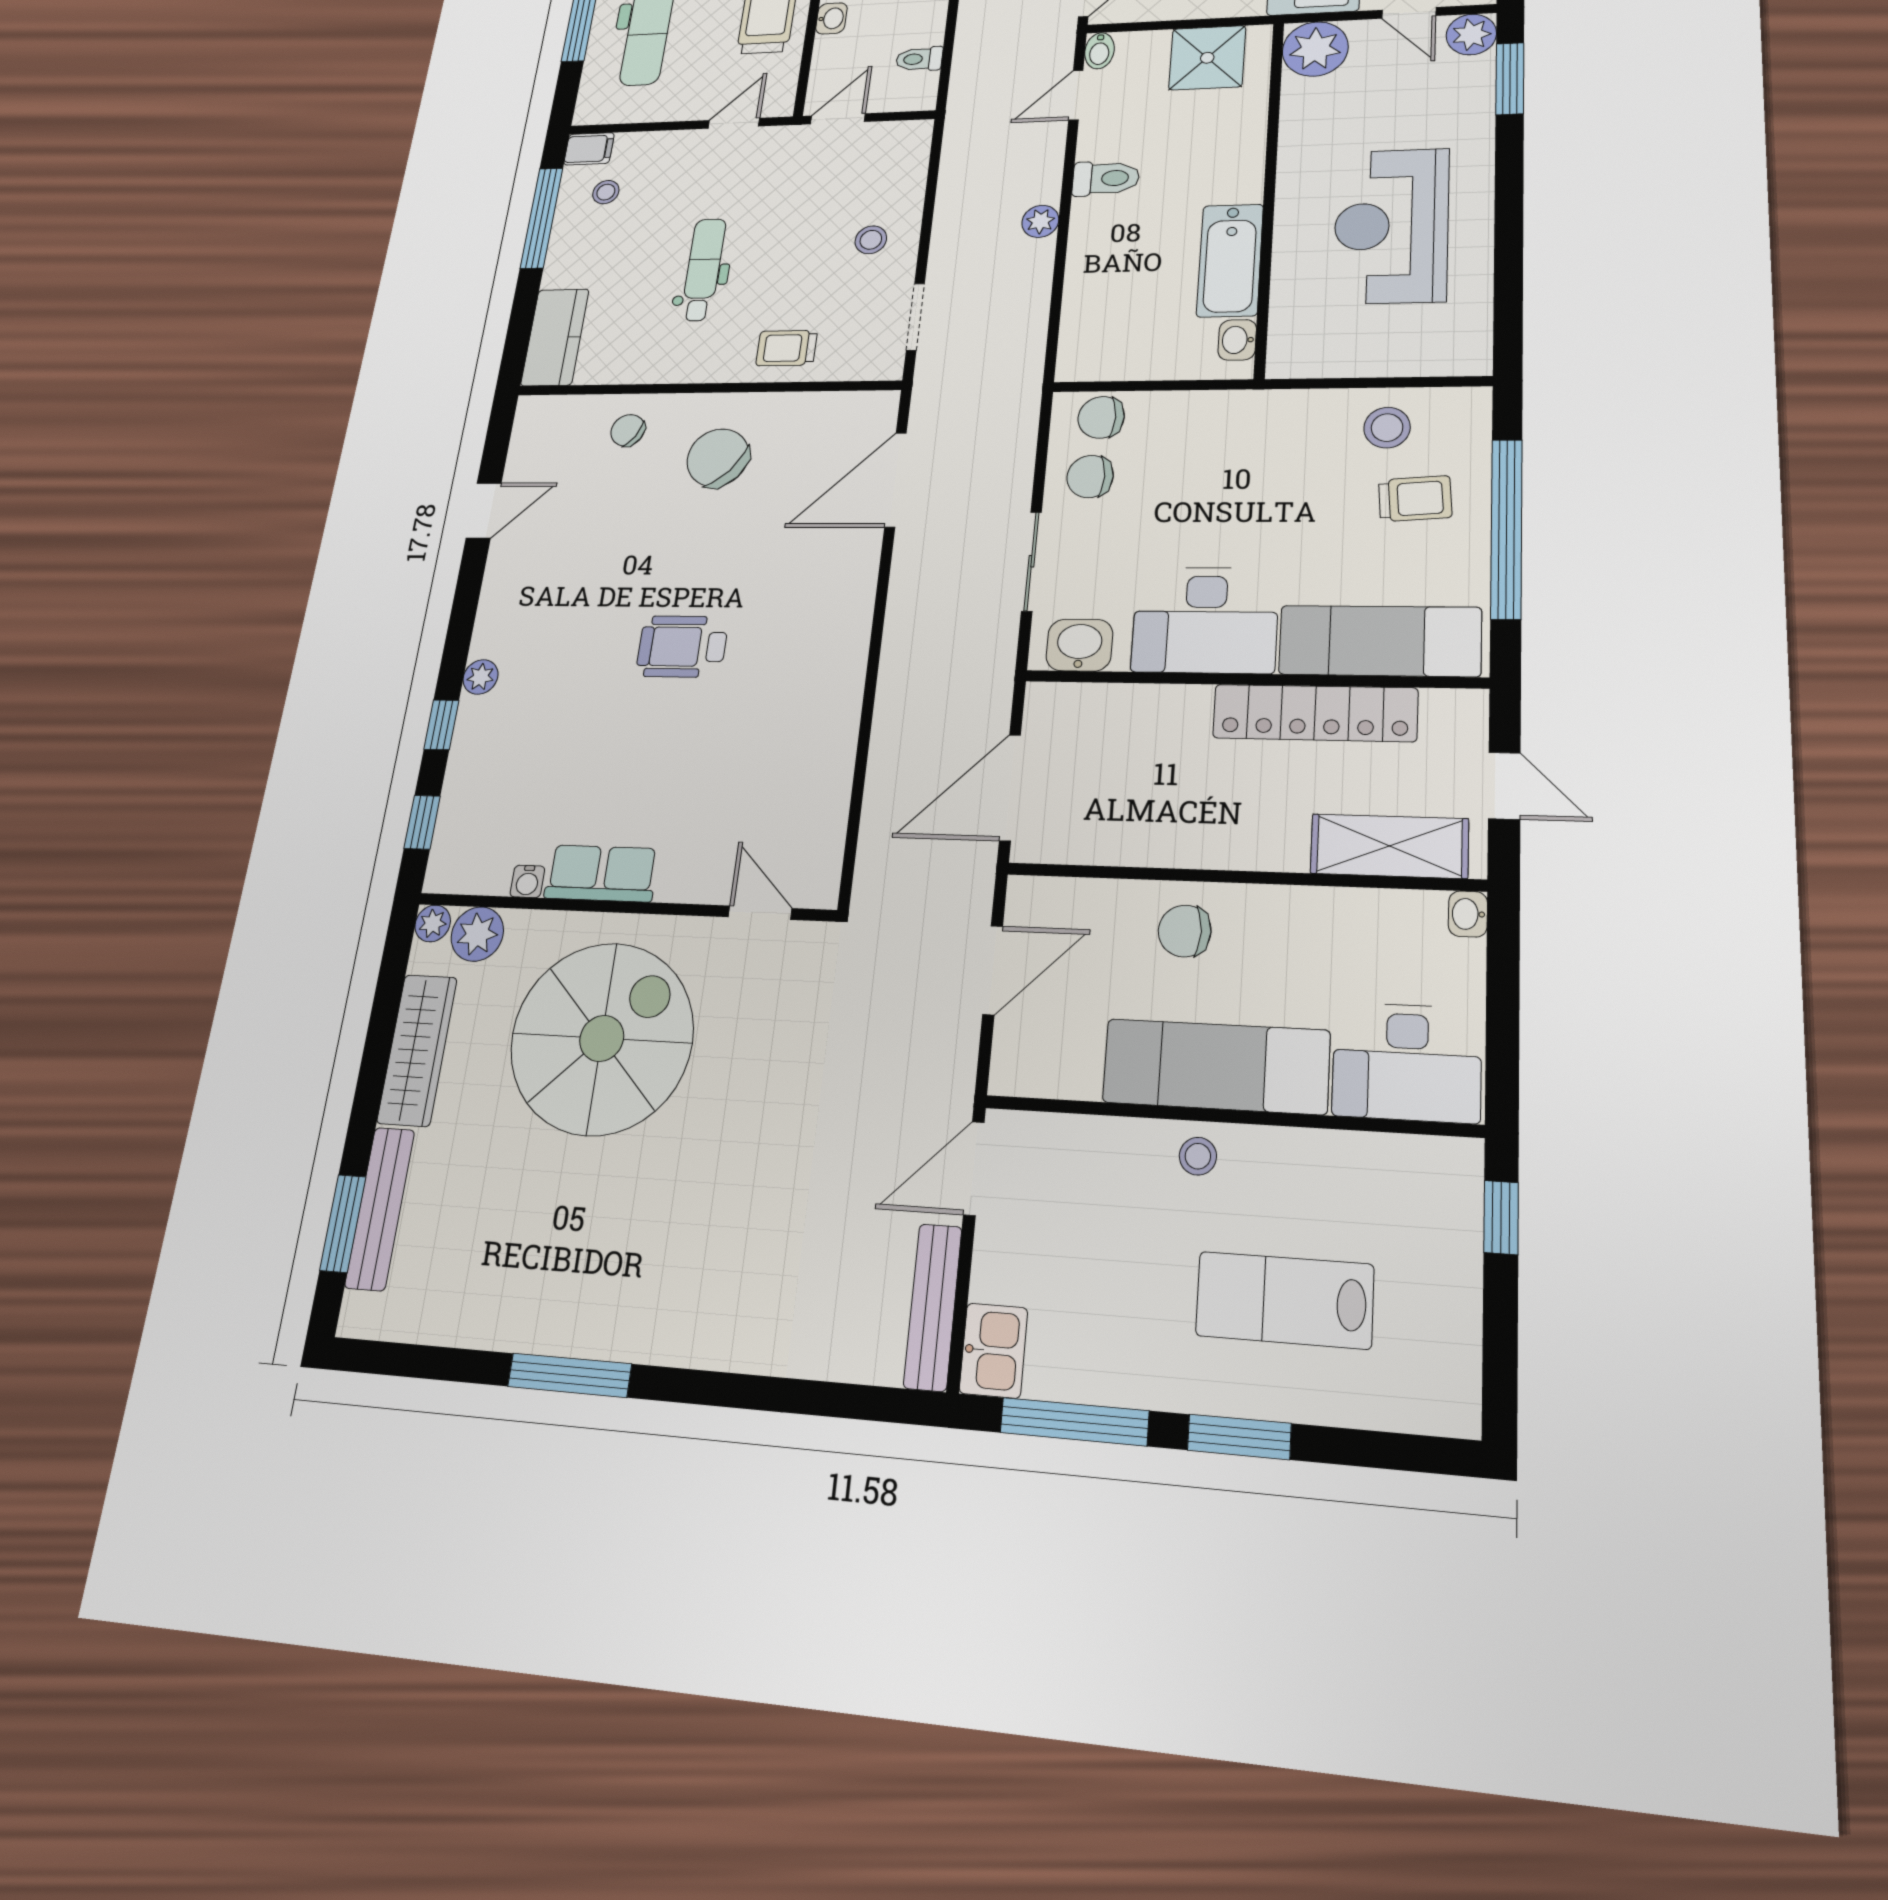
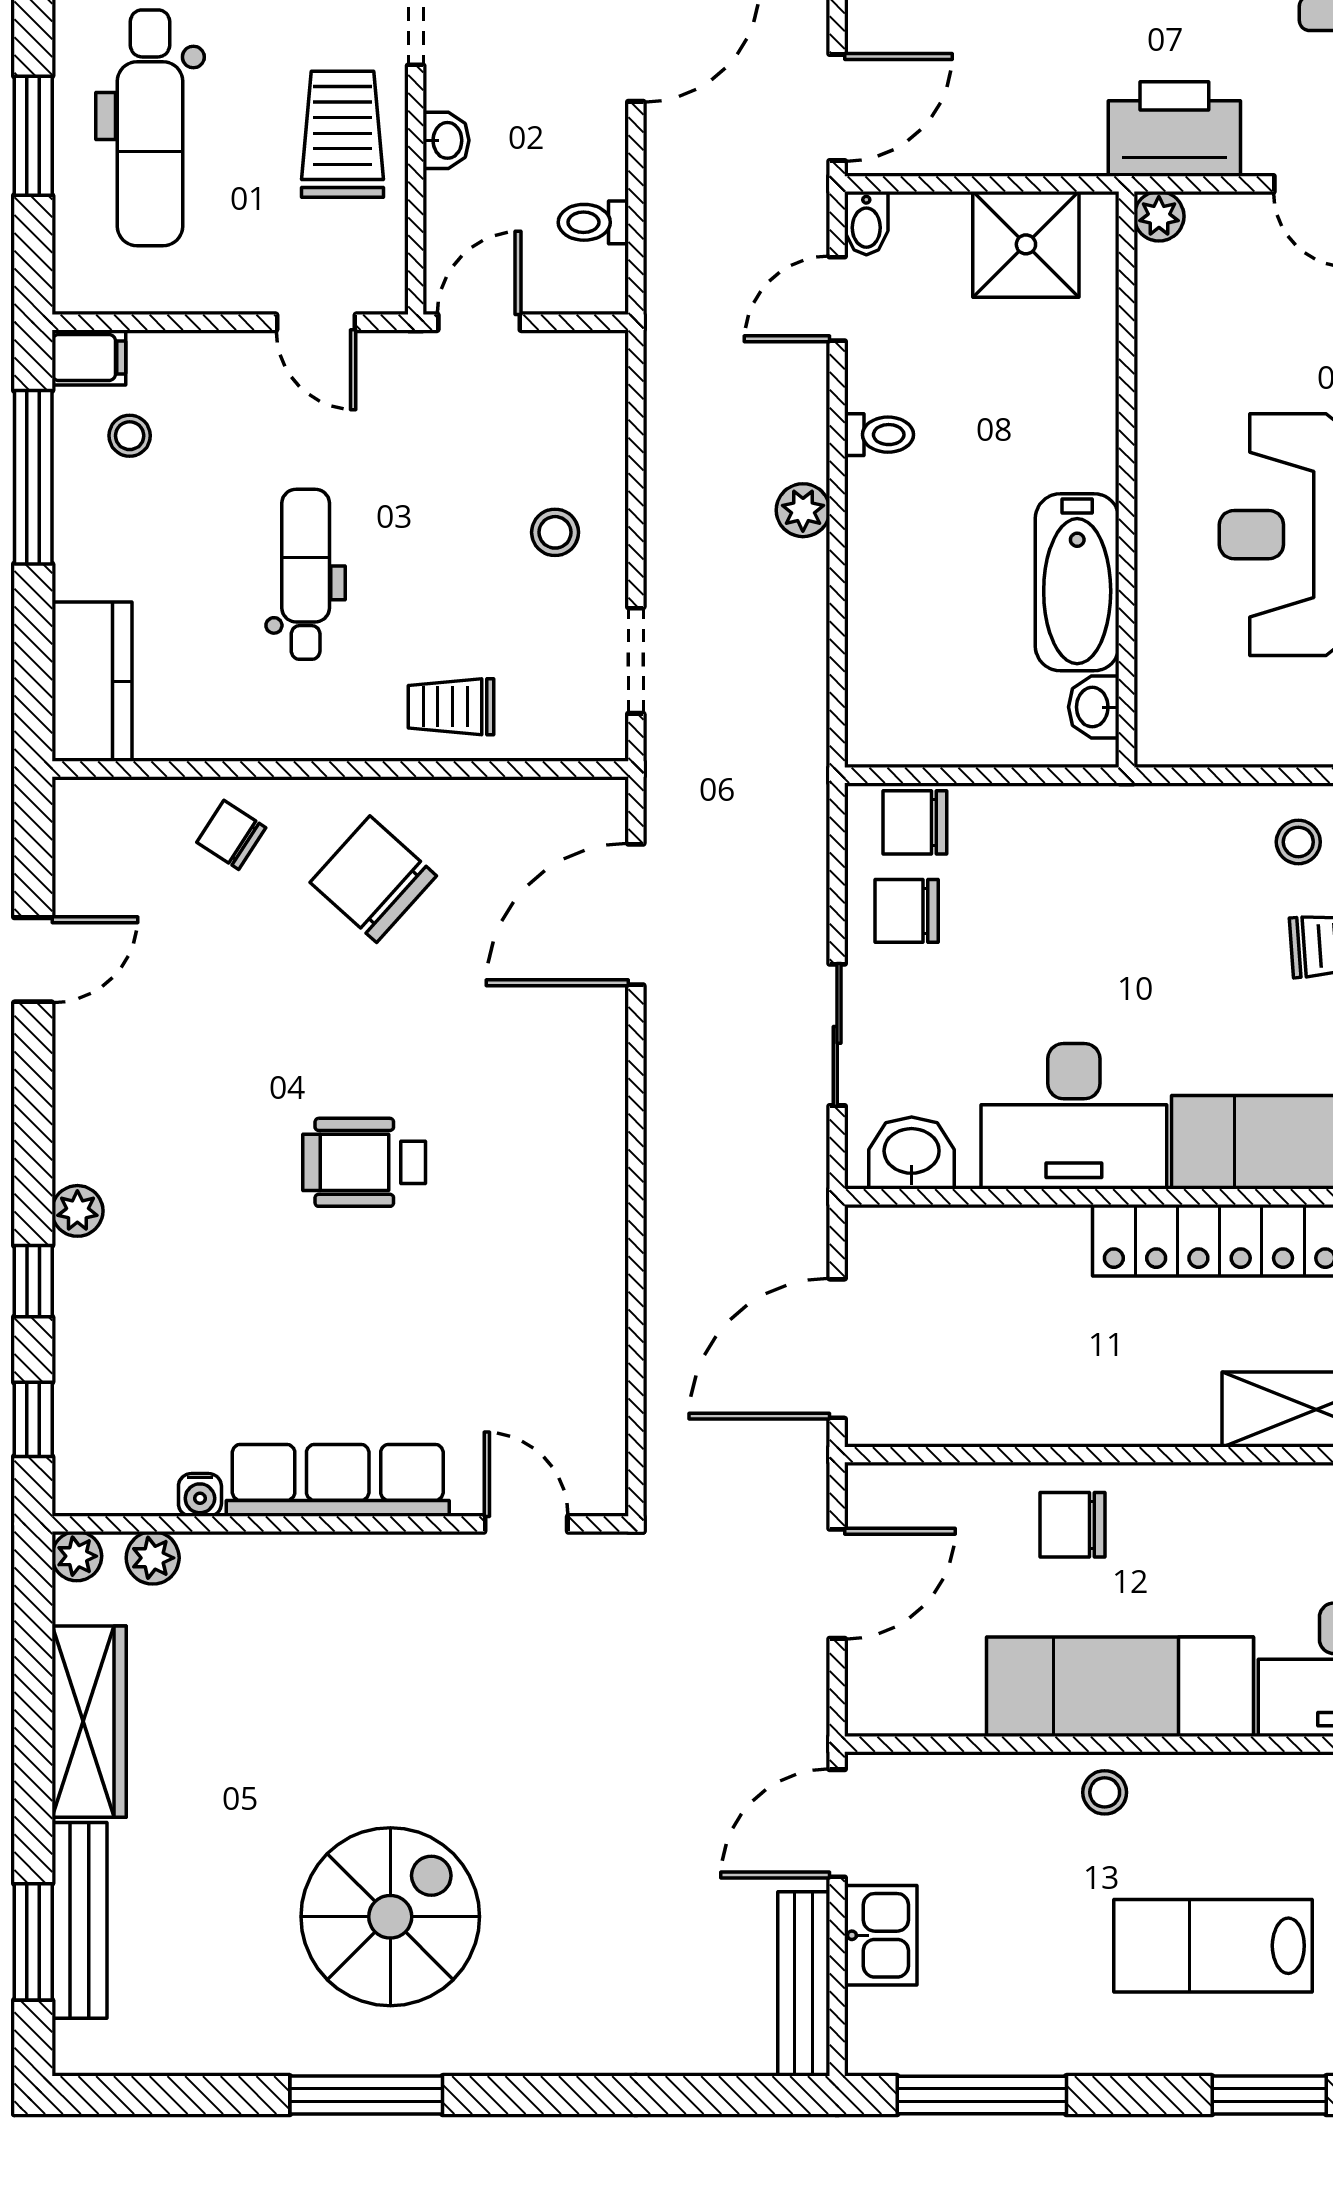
plant: (1315, 49) -> (1159, 216), width x0.53, depth x0.53
door: (734, 123) -> (316, 322), swing flipped
toilet: (1106, 178) -> (879, 435), width x0.73, depth x0.72
stool: (1387, 428) -> (1298, 842), width x0.73, depth x0.73
row of seats: (601, 873) -> (338, 1480), width x1.48
plant: (477, 934) -> (153, 1558), width x0.73, depth x0.73
spiral stairs: (602, 1038) -> (390, 1917), moved, width x0.73, depth x0.73
kitchen sink: (993, 1351) -> (881, 1935), moved
window: (1239, 1437) -> (1269, 2095), moved

